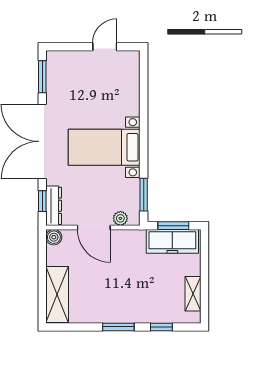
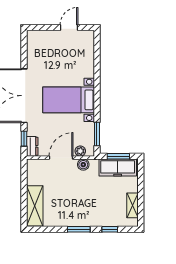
window: (42, 77) -> (24, 49), removed
dresser: (54, 206) -> (32, 146), width x0.70
door: (94, 227) -> (61, 158), swing flipped
boiler: (54, 237) -> (83, 165), moved

